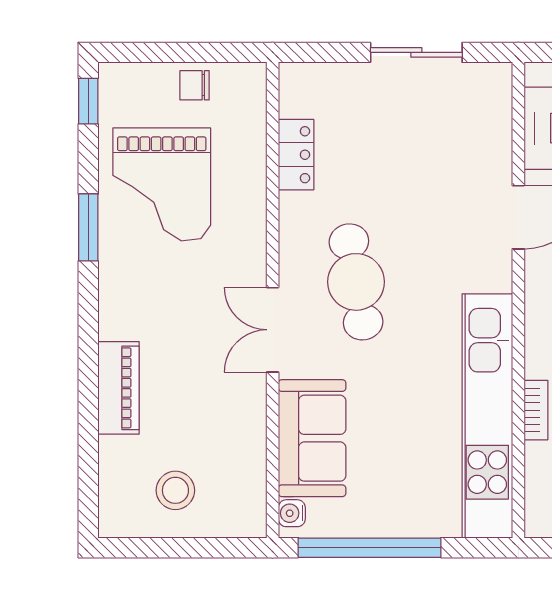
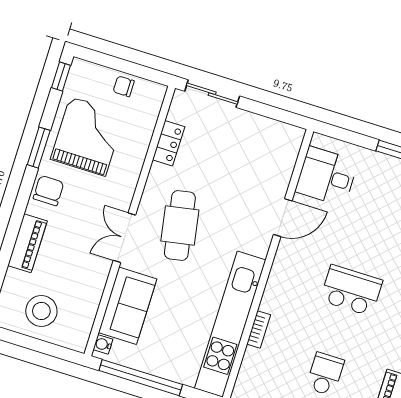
sliding door: (416, 52) -> (212, 94), moved
grand piano: (162, 184) -> (88, 136), turned 180
chair: (126, 292) -> (49, 191), added
stool: (175, 490) -> (41, 311), width x1.38, depth x1.38

